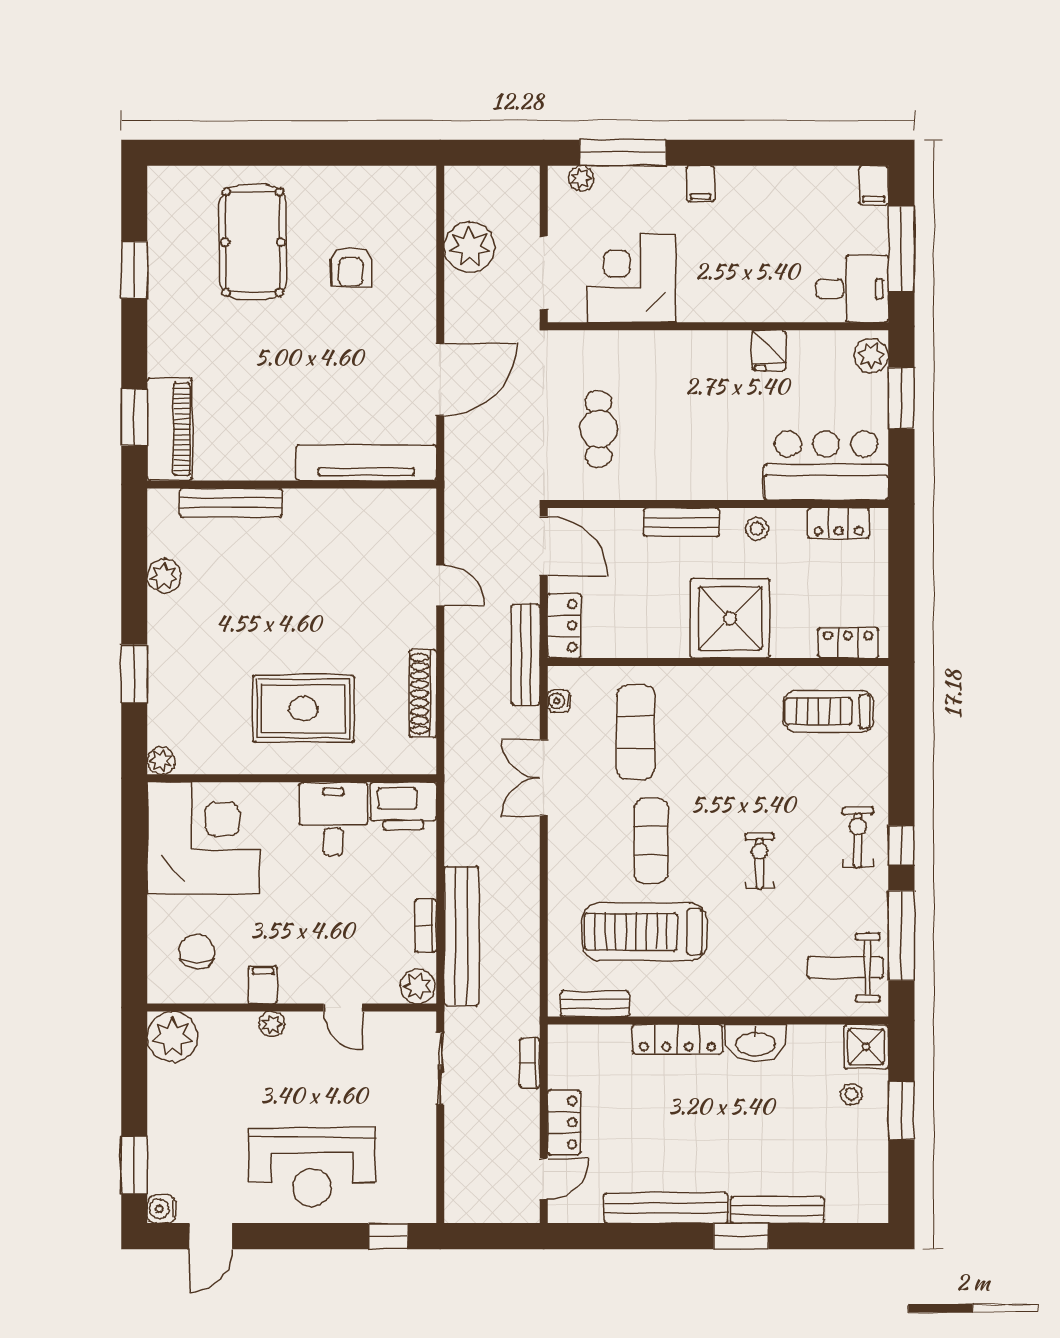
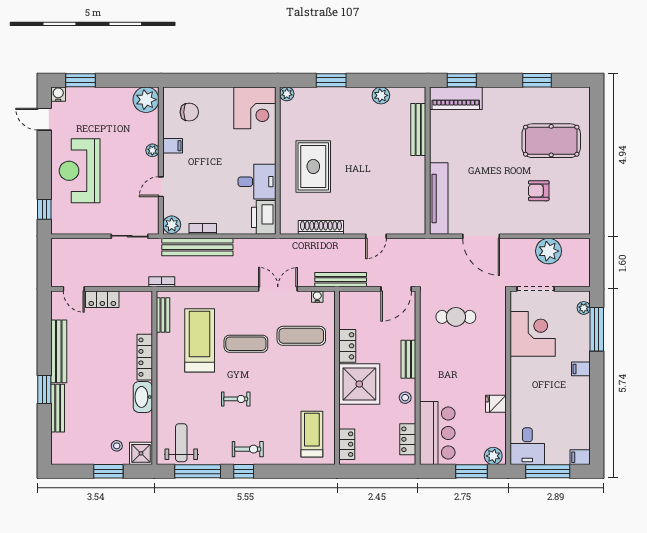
locker: (564, 626) -> (347, 346), moved, turned -90
corner desk: (203, 838) -> (255, 108), width x0.74, depth x0.74
bookcase: (530, 1063) -> (162, 282), moved

